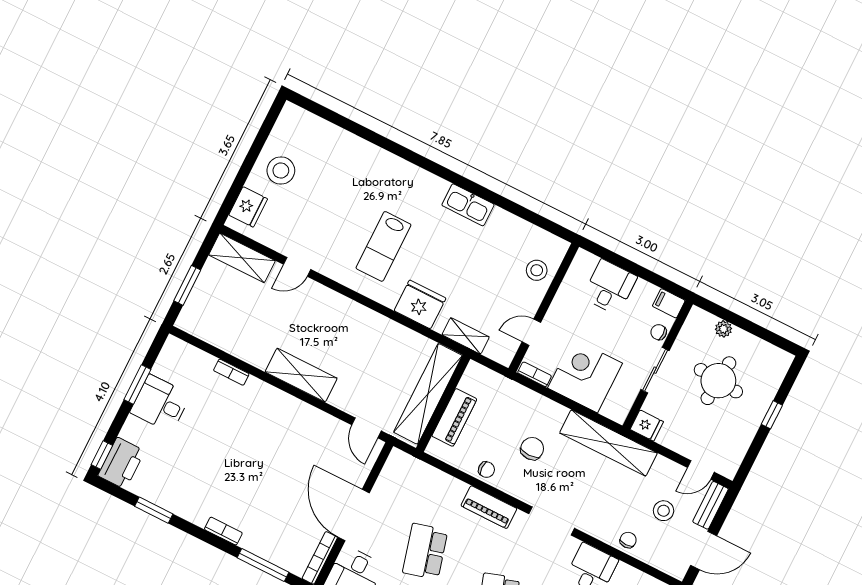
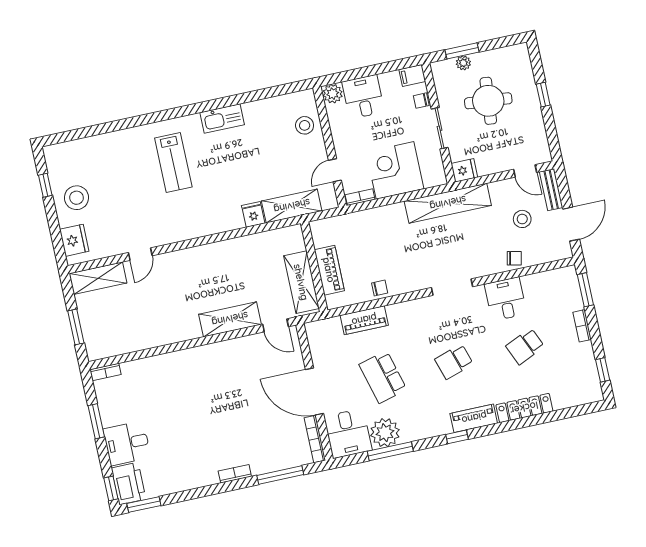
window: (262, 137) -> (45, 185), added
lab bench: (383, 246) -> (173, 163), moved
plant: (585, 262) -> (333, 94), added
fridge: (420, 304) -> (253, 214), width x0.53, depth x0.75
window: (731, 317) -> (462, 51), added
shelving: (466, 336) -> (292, 206), width x1.50, depth x1.33
bookcase: (231, 372) -> (105, 372), moved
shelving: (301, 375) -> (230, 319), moved
shelving: (428, 394) -> (301, 282), width x0.68
desk: (160, 404) -> (127, 443), moved
chair: (532, 449) -> (399, 249), removed
door: (701, 470) -> (525, 171), hinge flipped
piano: (489, 507) -> (364, 320), moved
window: (154, 510) -> (144, 504), moved
chair: (628, 540) -> (514, 258), turned 102

